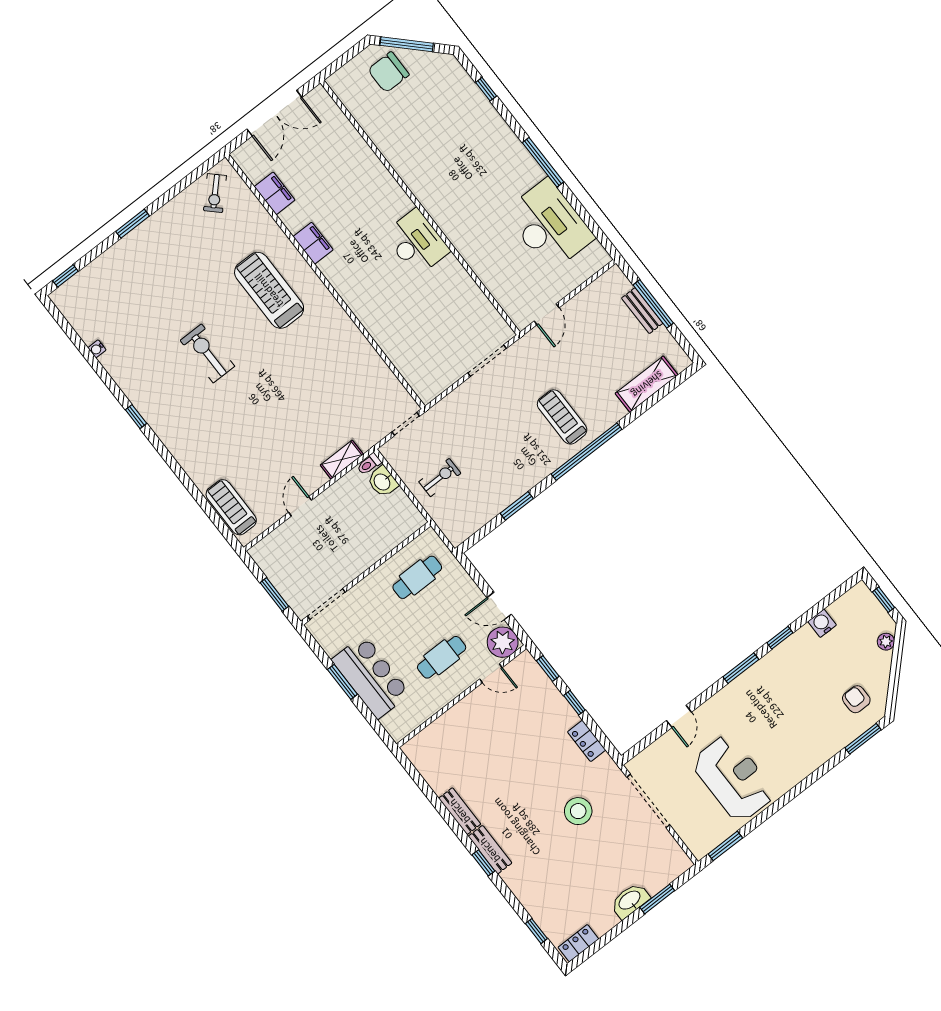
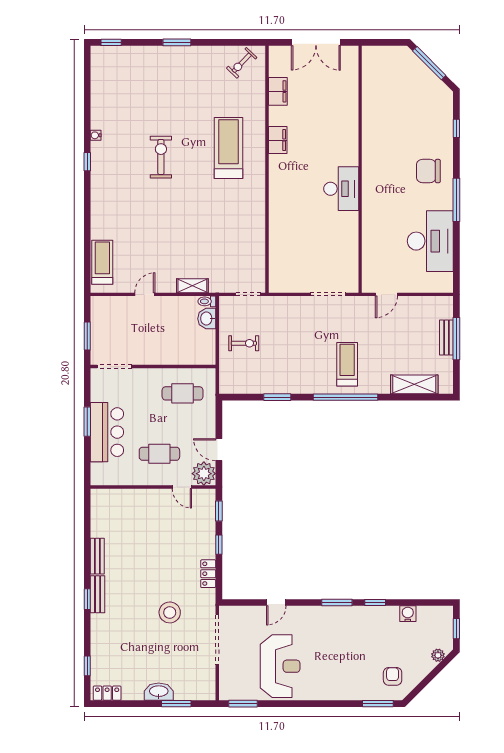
chair: (388, 72) -> (428, 171), moved
water cooler: (97, 349) -> (96, 135), moved

